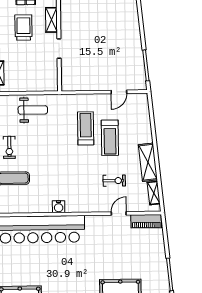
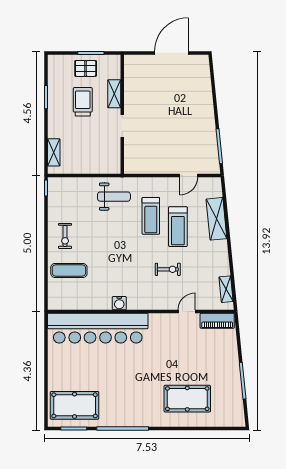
weight bench: (33, 110) -> (114, 197), moved
treadmill: (86, 128) -> (151, 216), turned 180
shelving: (148, 162) -> (216, 219), moved
exercise bike: (114, 181) -> (168, 269), moved

